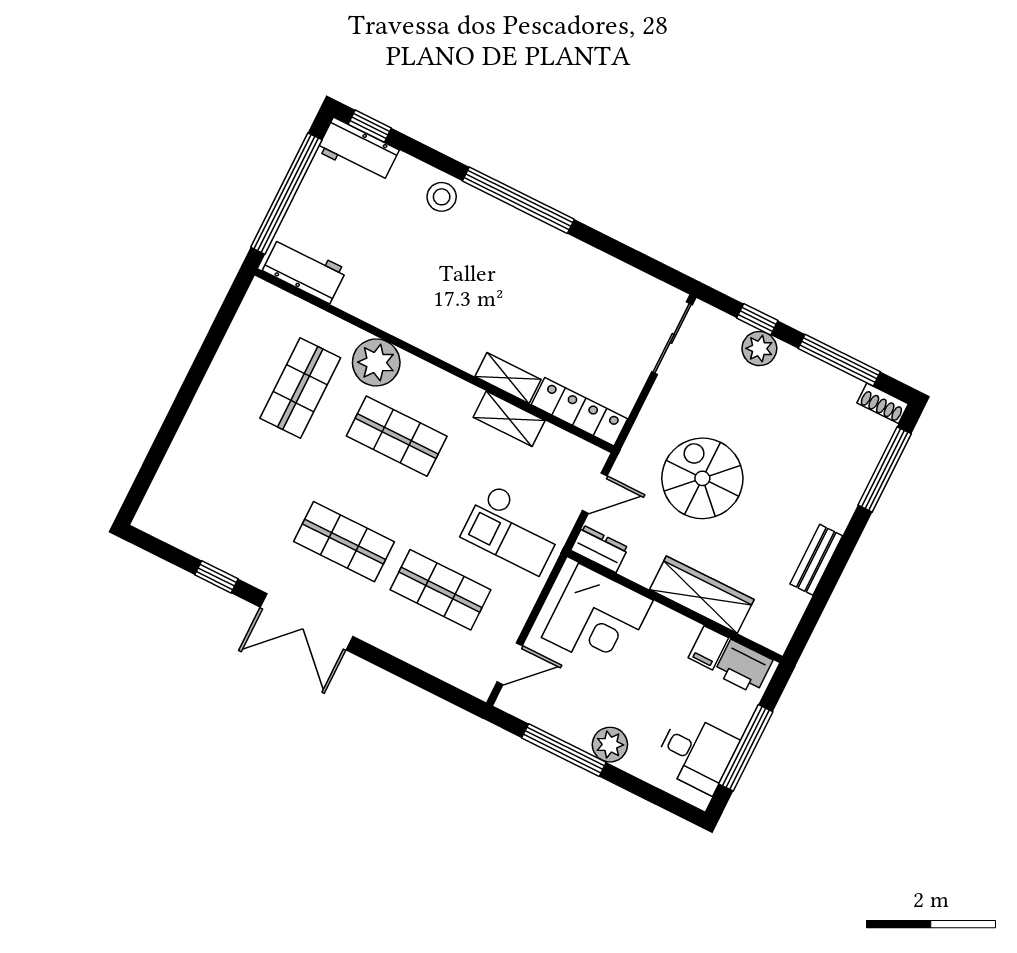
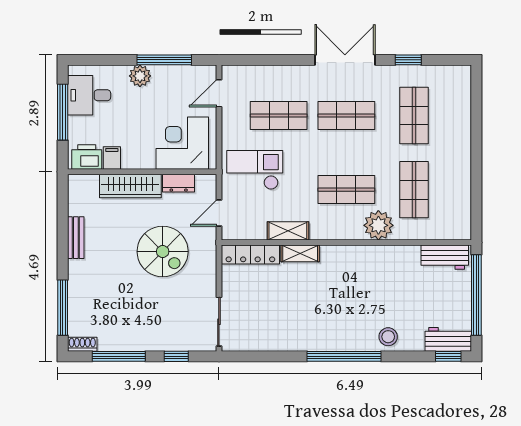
plant: (759, 349) -> (167, 340), removed
shop shelf: (248, 494) -> (414, 115), added
dresser: (600, 549) -> (179, 183), moved

